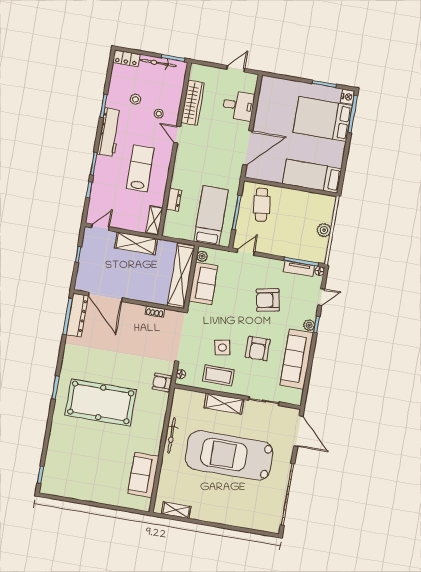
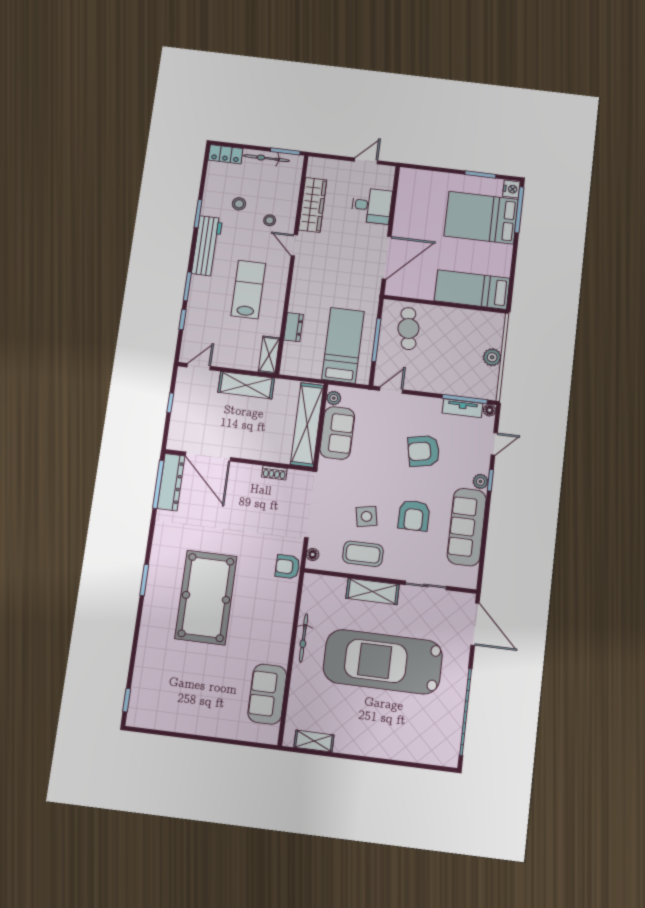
pool table: (101, 402) -> (206, 597), turned 90

